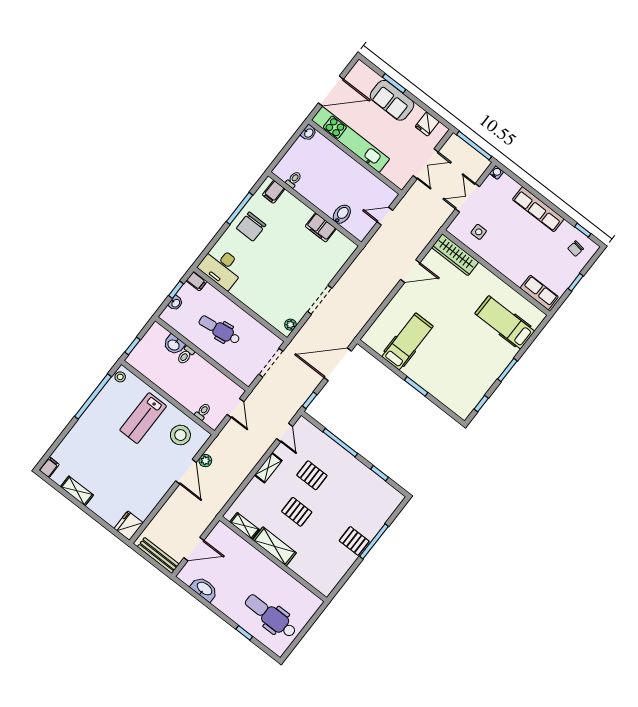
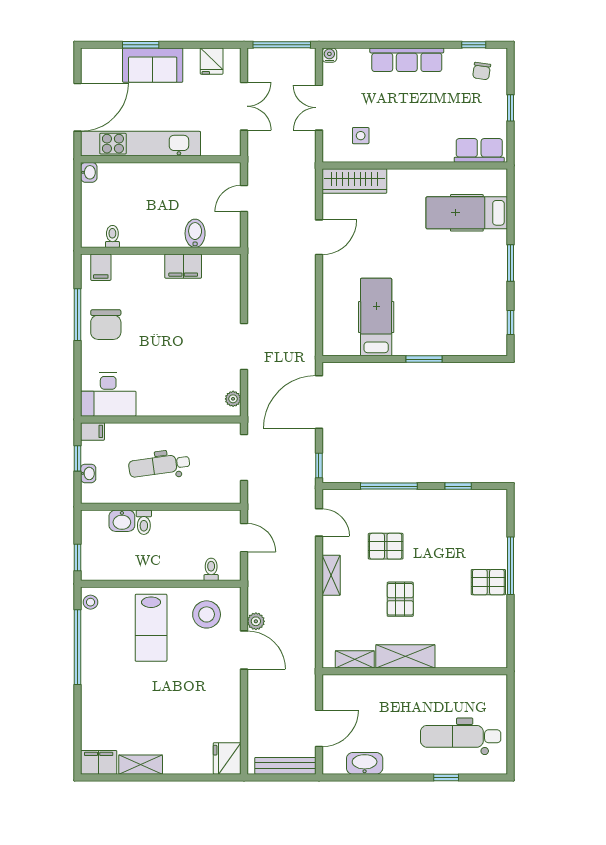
filing cabinet: (49, 467) -> (99, 762), width x2.00
pallet: (297, 512) -> (400, 599), turned 90

